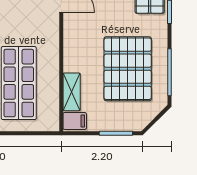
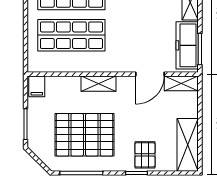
shelving: (72, 92) -> (98, 84), moved

